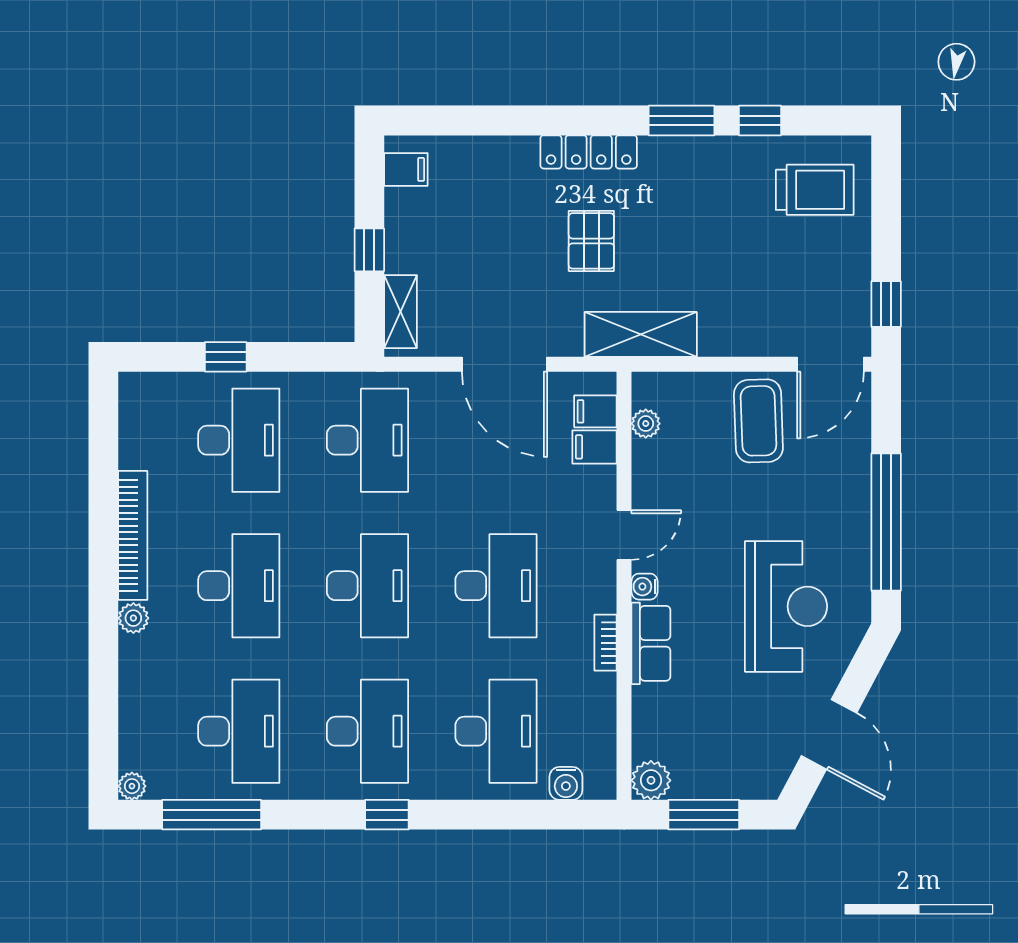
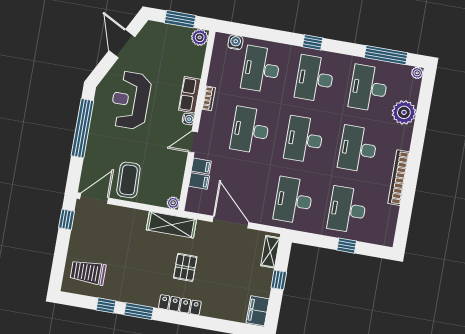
filing cabinet: (406, 169) -> (258, 311), width x2.00
filing cabinet: (595, 411) -> (201, 166), moved
plant: (646, 424) -> (173, 203), moved
plant: (133, 618) -> (404, 112), moved, width x1.88, depth x1.88

